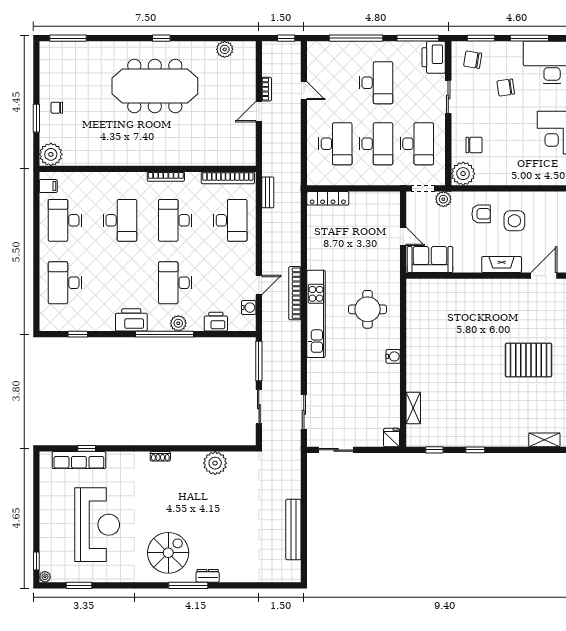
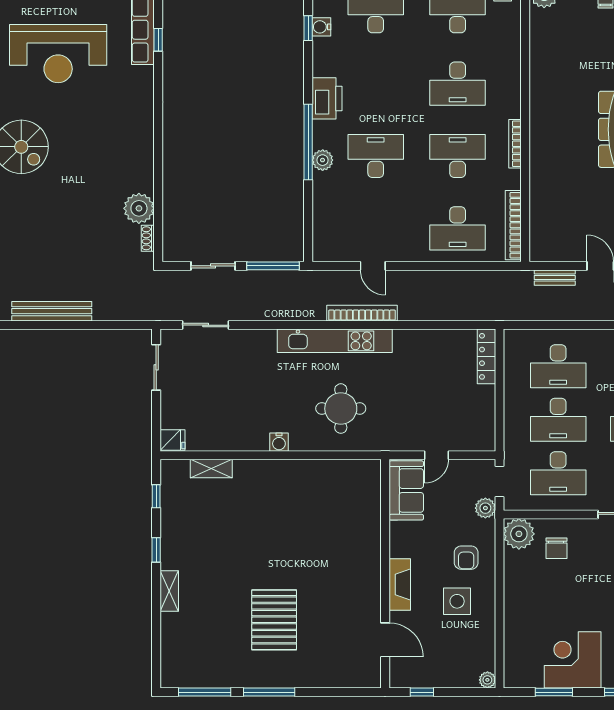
bench: (268, 192) -> (555, 278), moved
water cooler: (249, 308) -> (321, 27), moved, turned 90
printer: (216, 322) -> (325, 209), removed
shelving: (544, 440) -> (169, 591), moved
shoe rack: (160, 456) -> (148, 238), moved

